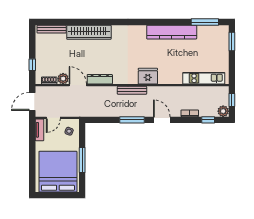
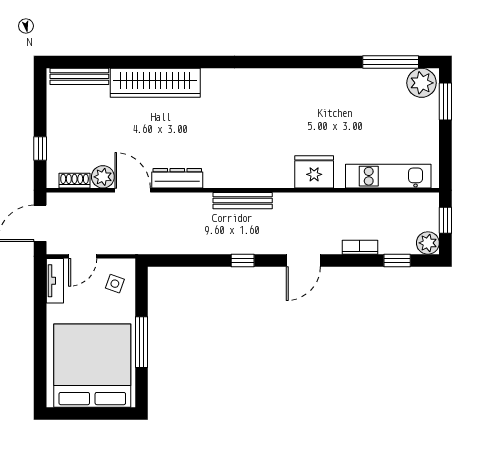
kitchen counter: (172, 32) -> (323, 82), removed
plant: (220, 32) -> (422, 83), added
fridge: (148, 76) -> (314, 172), moved
window: (132, 120) -> (243, 261), width x0.46
door: (162, 120) -> (303, 261), swing flipped

